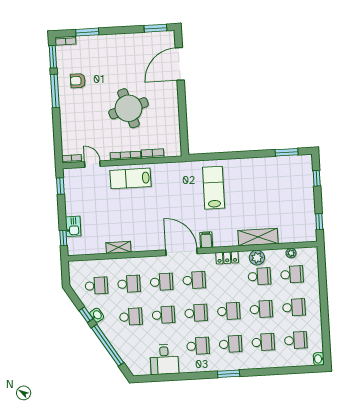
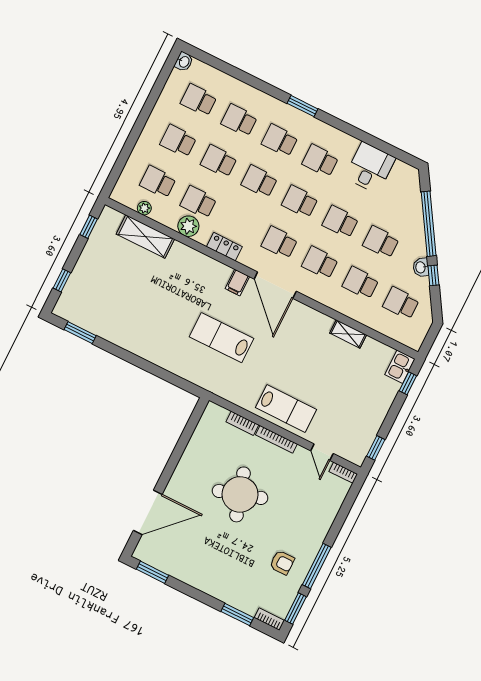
lab bench: (214, 188) -> (222, 338), moved, turned 90
kitchen sink: (73, 226) -> (400, 367), moved
shelving: (258, 237) -> (145, 237), moved

